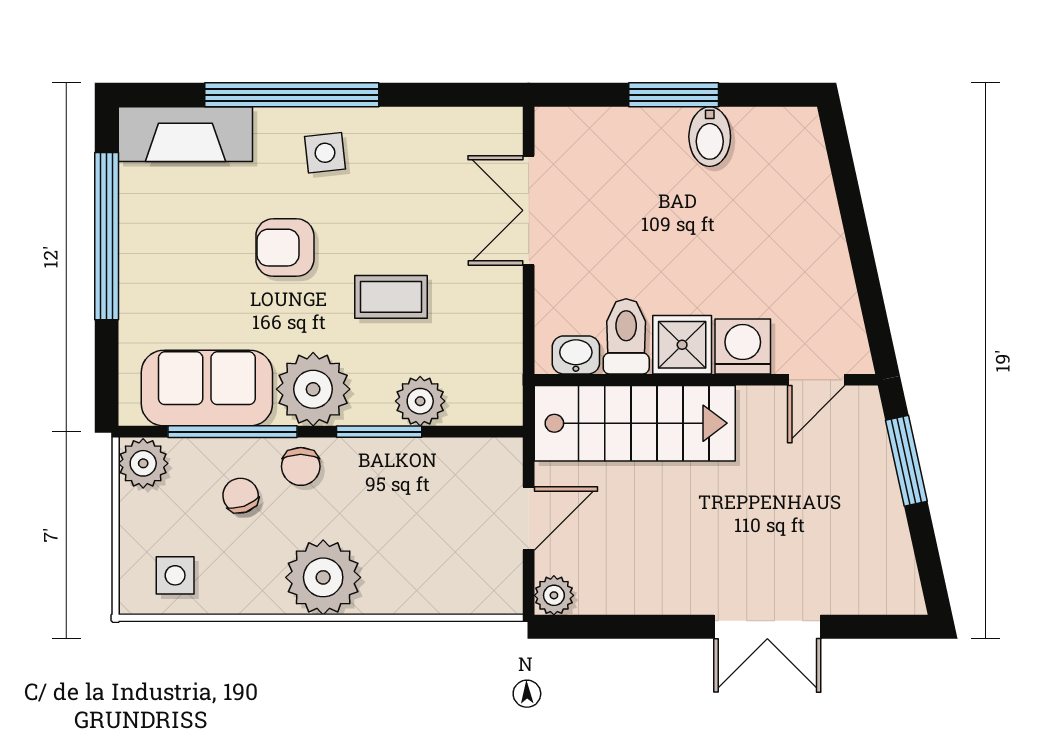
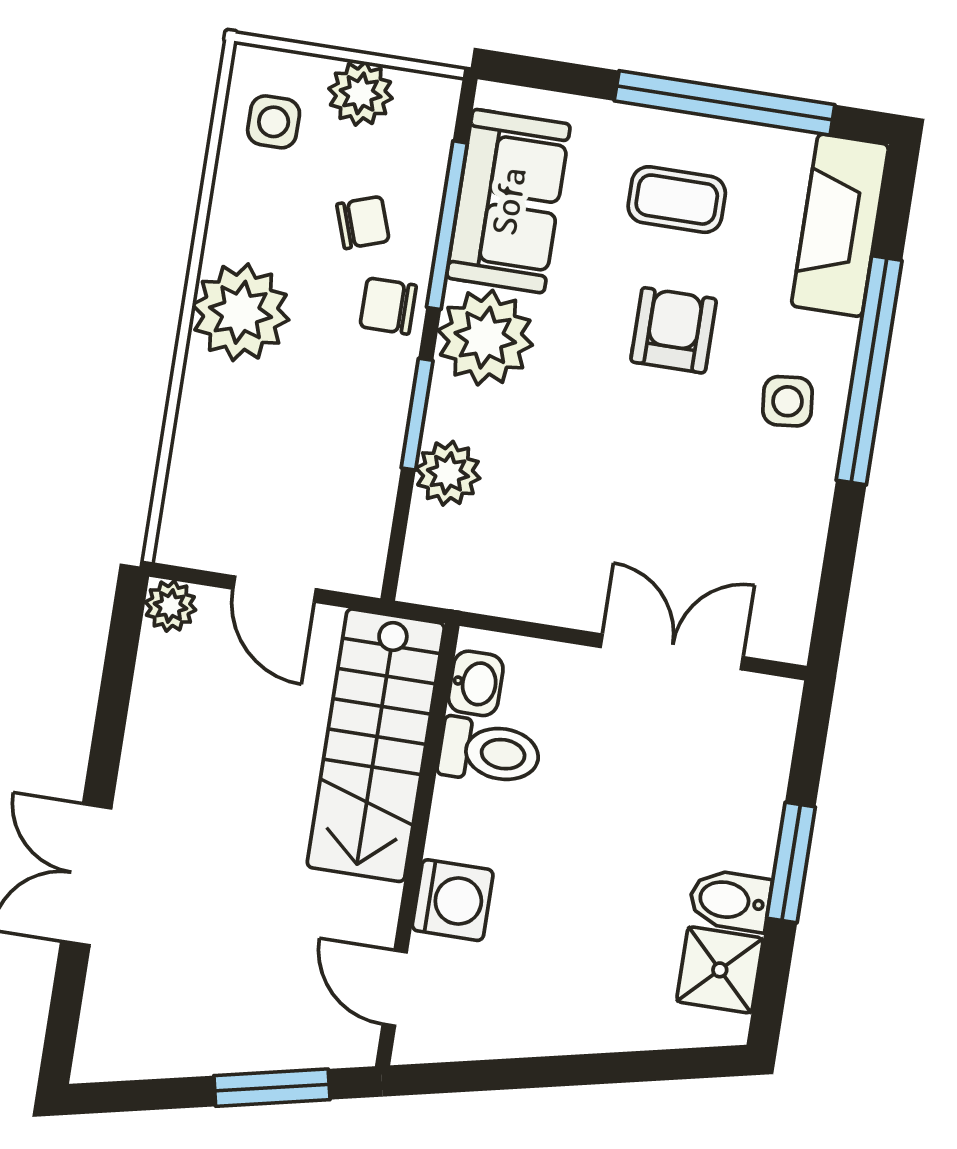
coffee table: (391, 297) -> (677, 200), moved, turned 90
shower: (682, 345) -> (720, 970), moved
plant: (143, 463) -> (361, 93), moved

